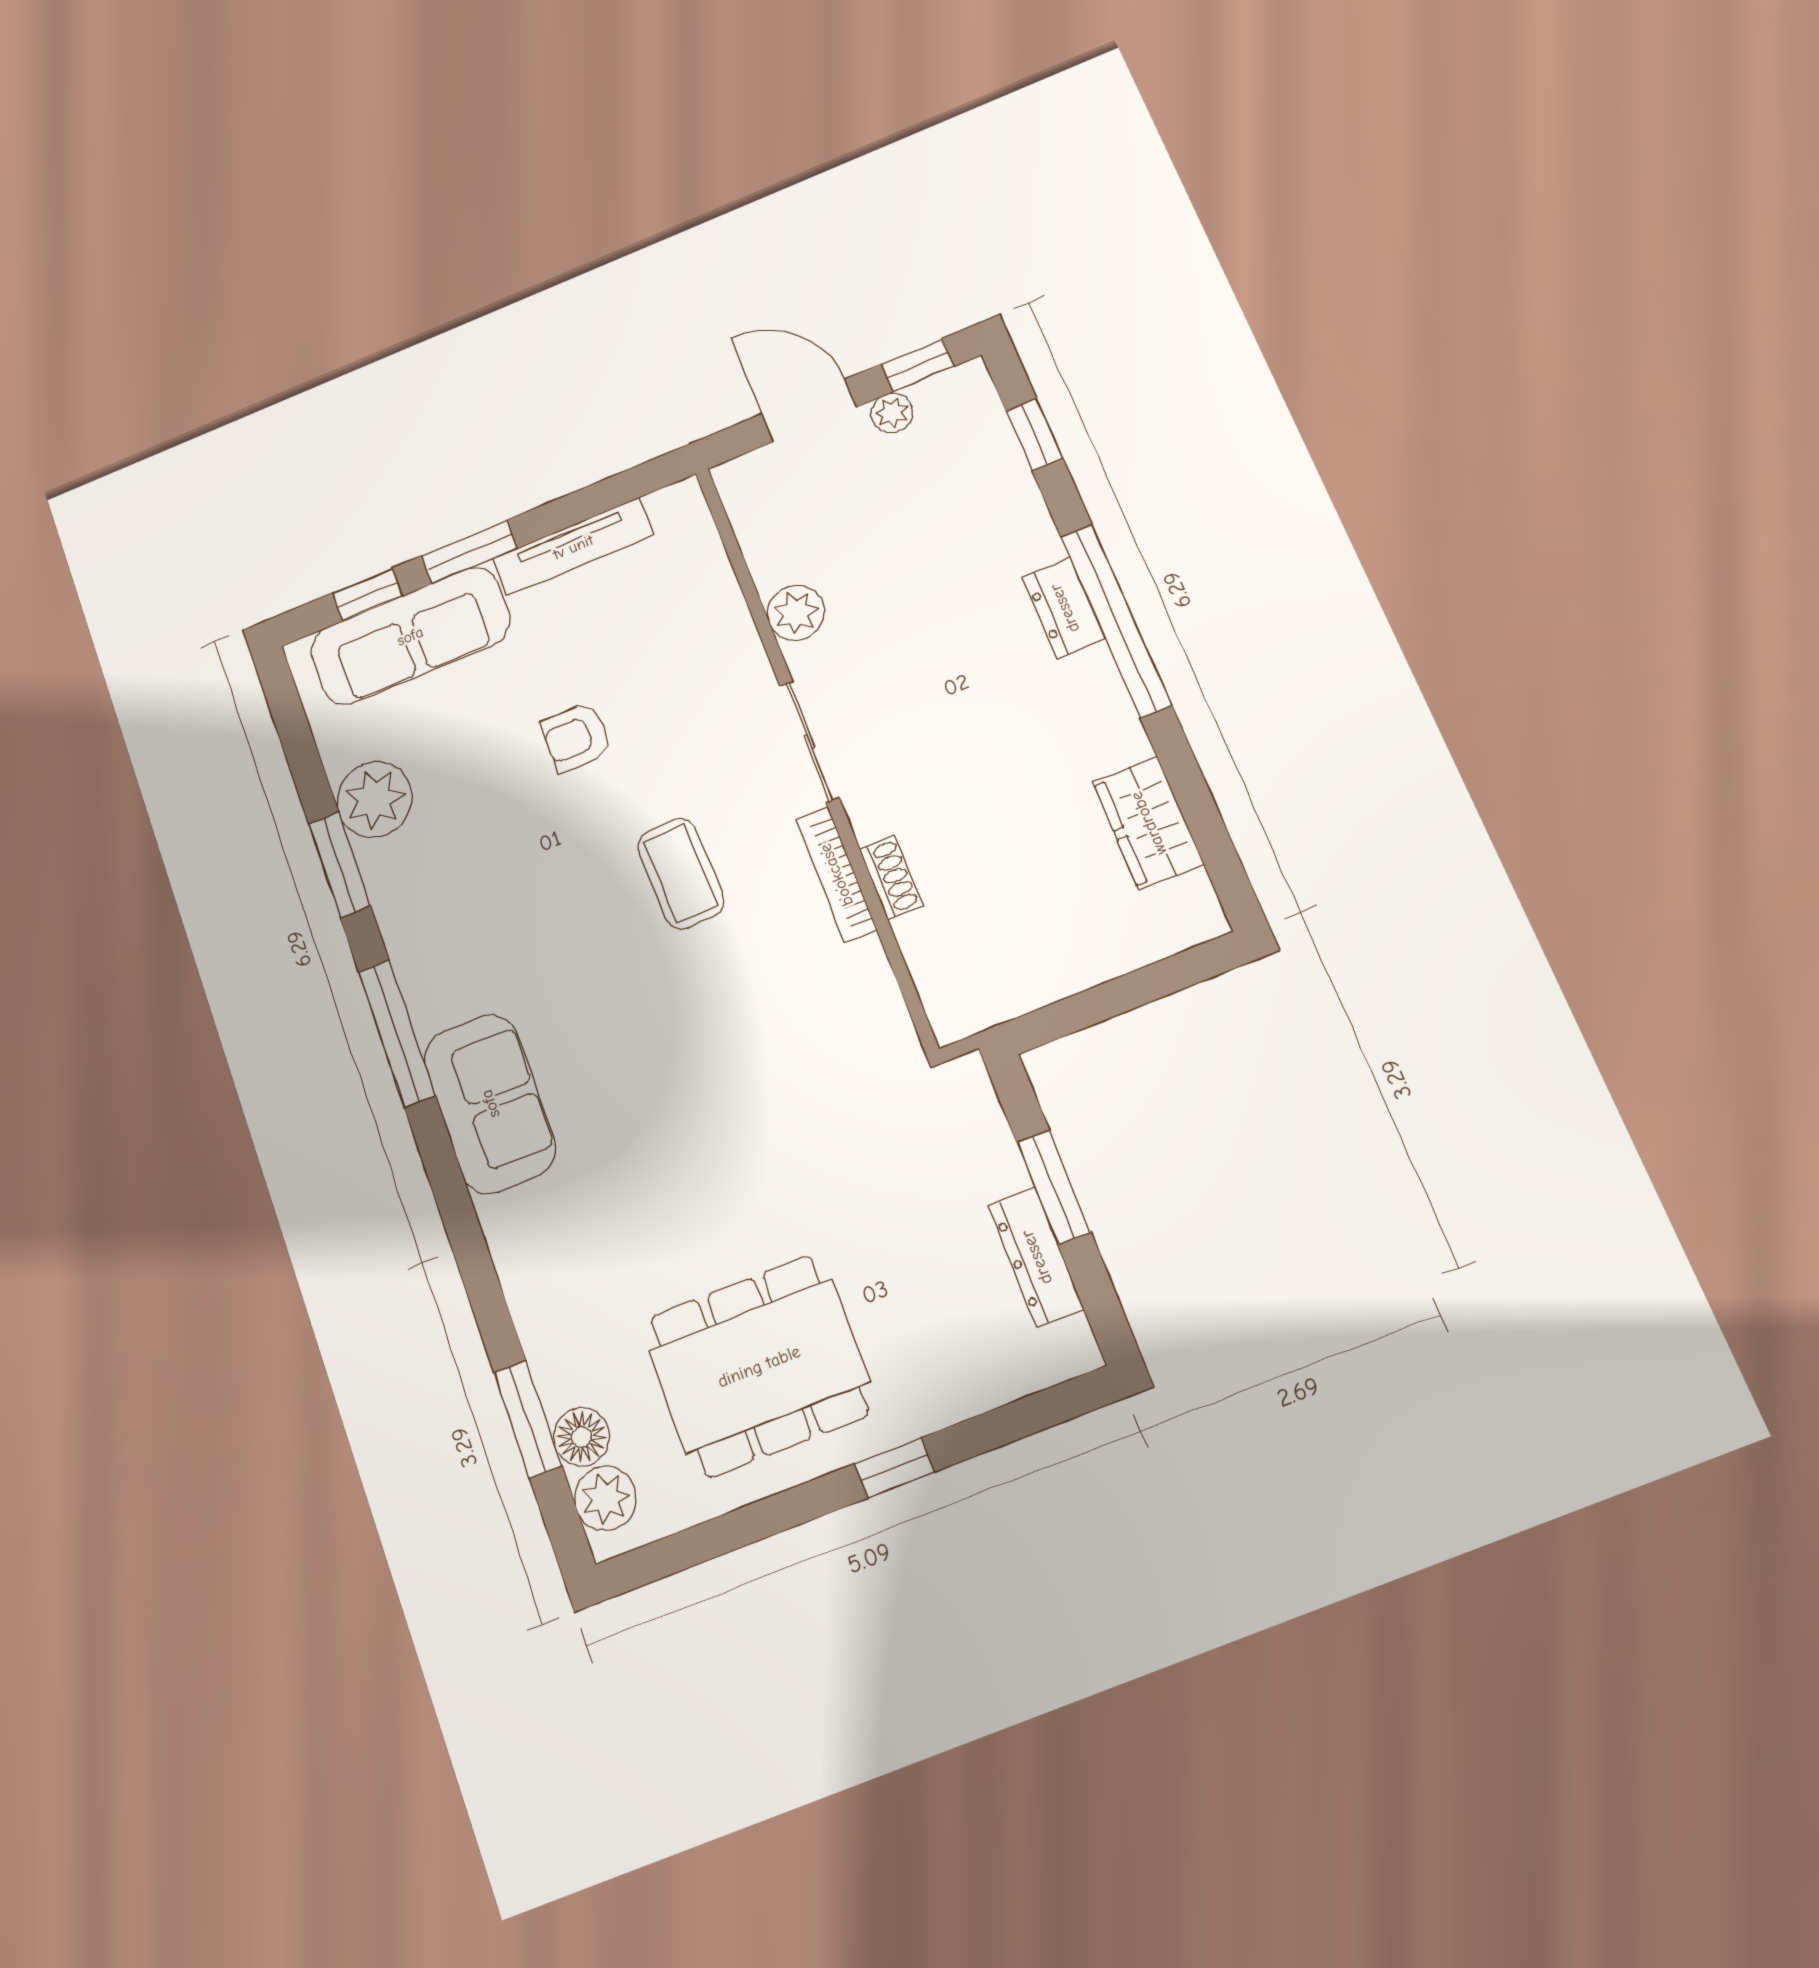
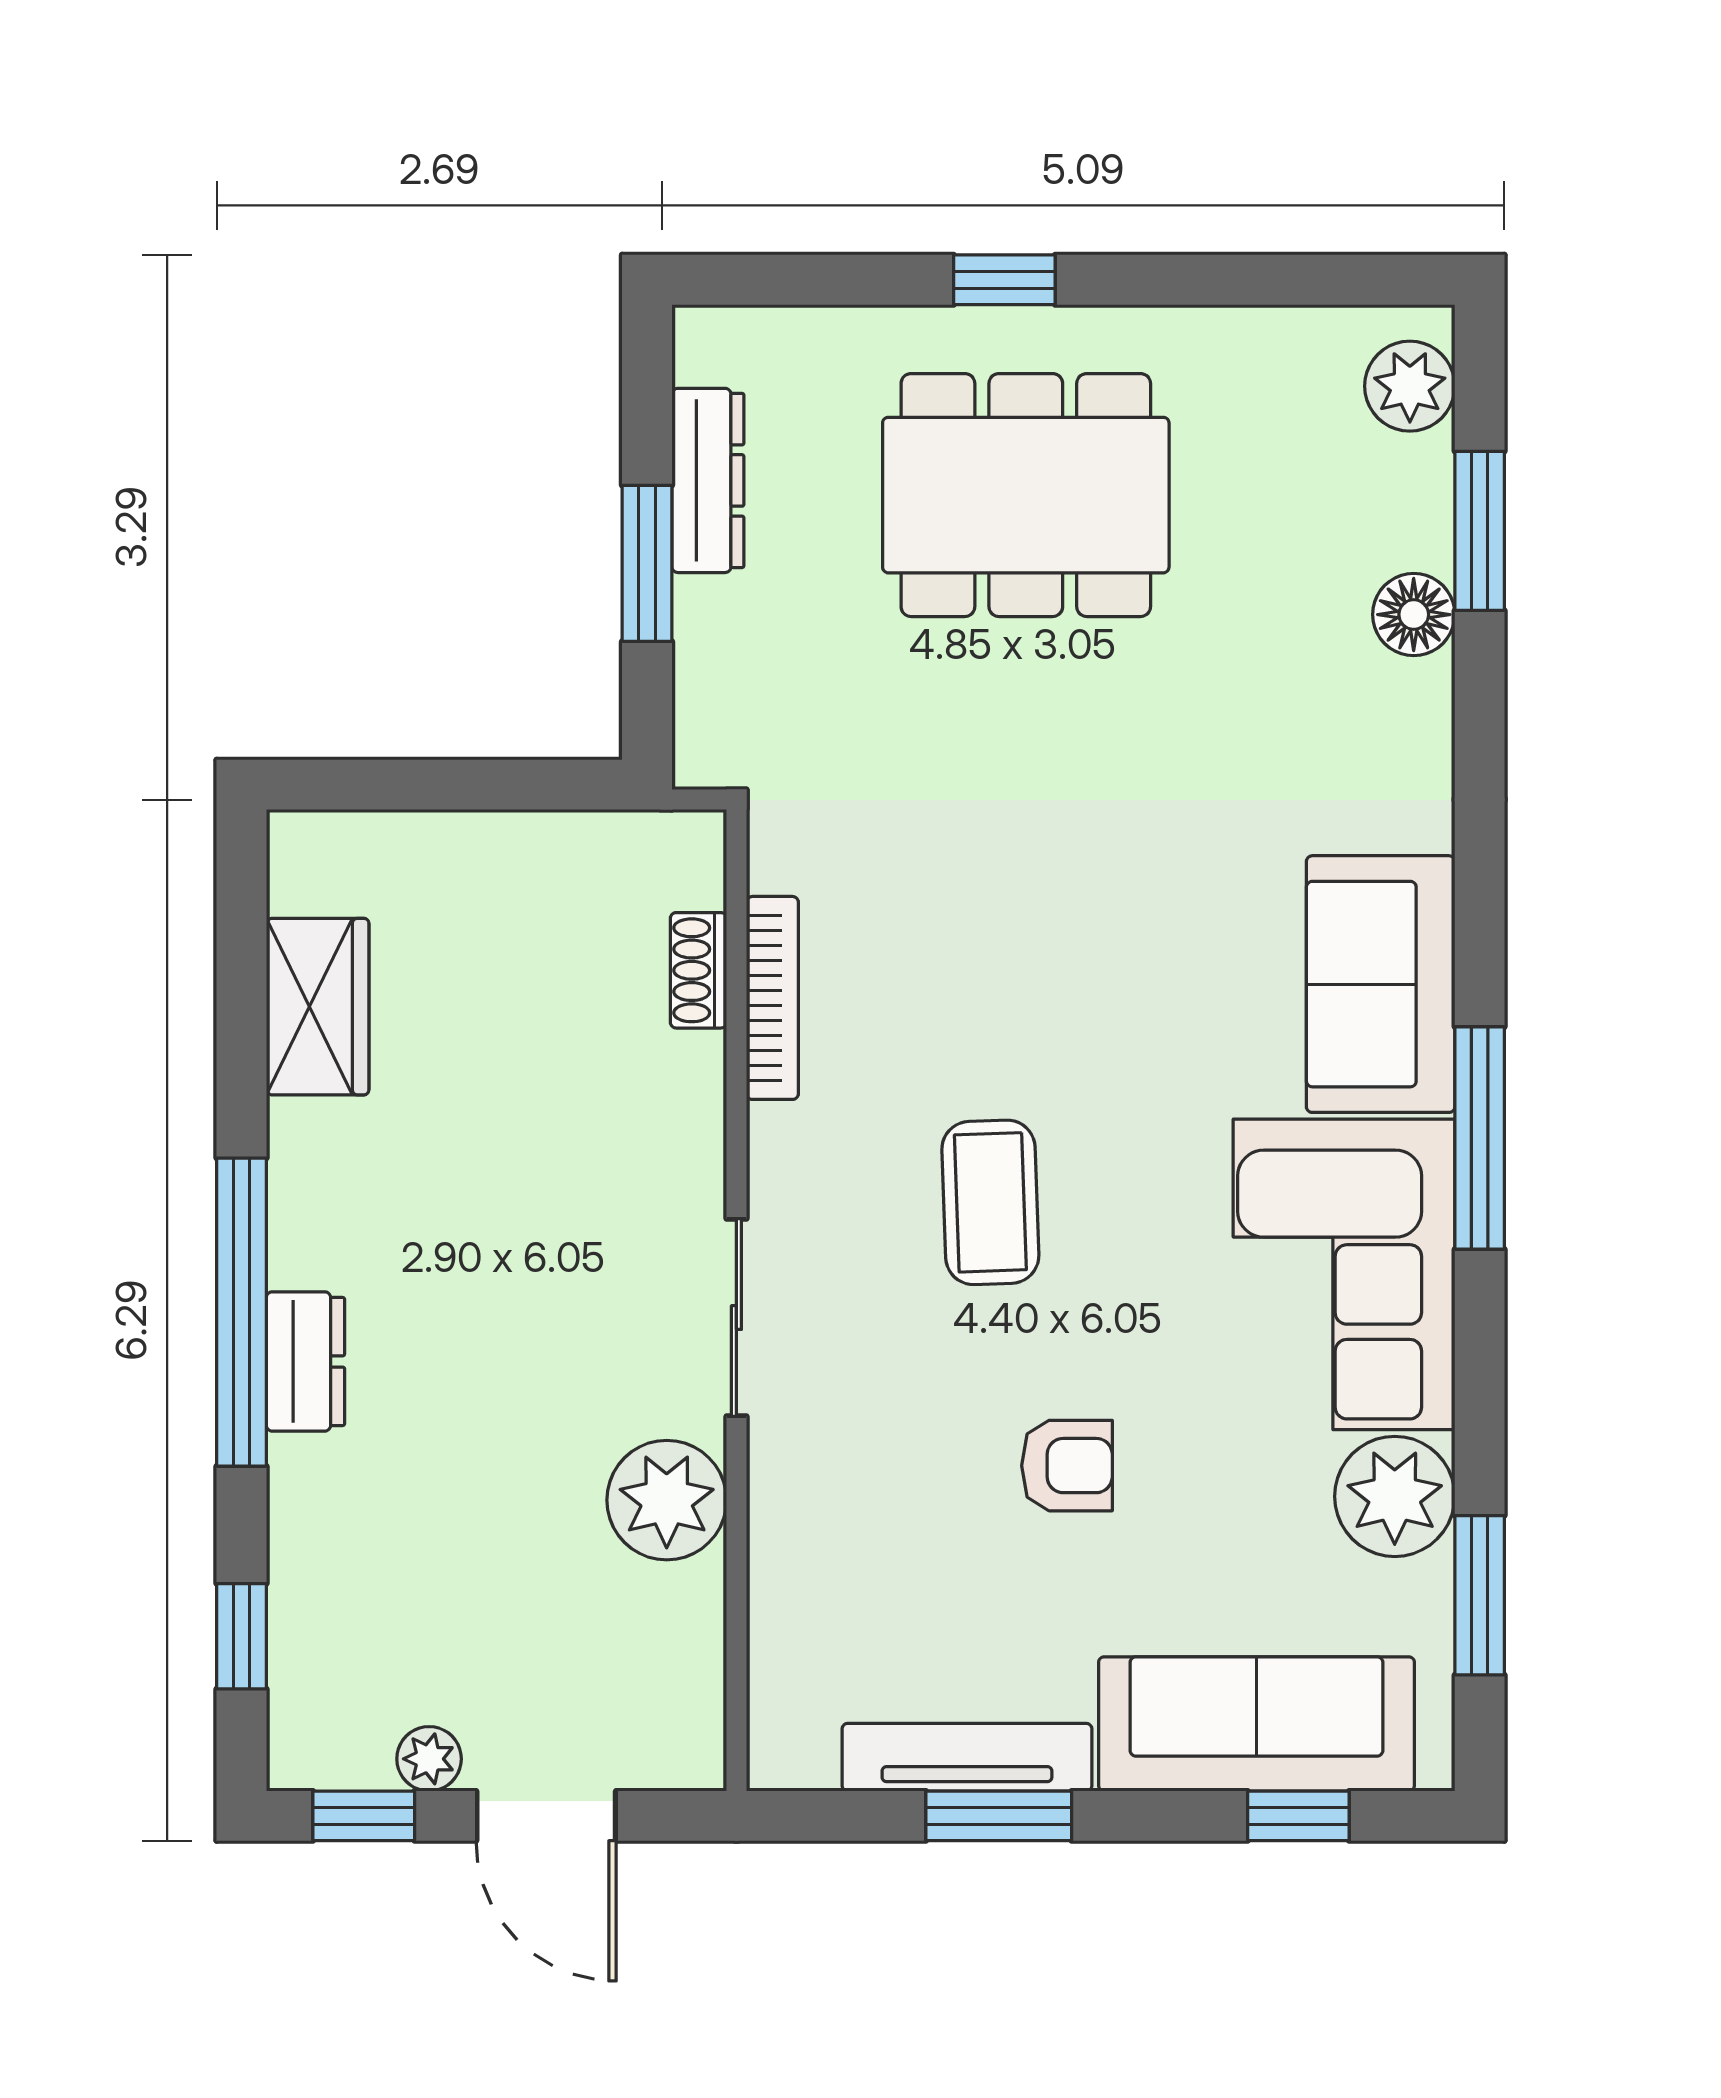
window: (469, 552) -> (999, 1816), moved
plant: (796, 613) -> (667, 1500), width x1.36, depth x1.36
window: (339, 865) -> (1480, 1595), moved
bookcase: (836, 875) -> (772, 998), moved
shoe rack: (891, 878) -> (698, 970), moved
corner sofa: (450, 918) -> (1344, 1274), added
dining table: (759, 1366) -> (1026, 495), moved
floor lamp: (581, 1437) -> (1414, 615), moved

